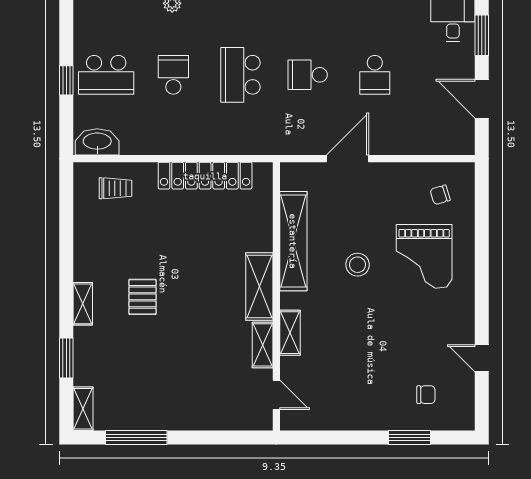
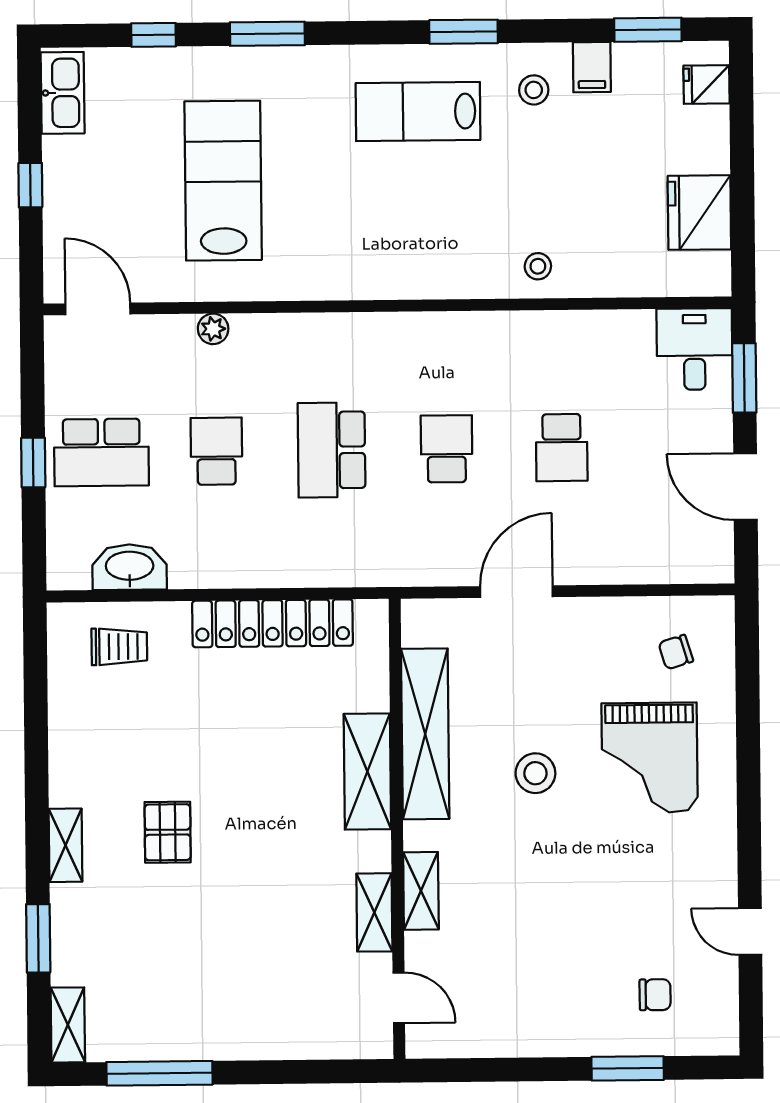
school desk: (308, 75) -> (447, 449), turned 90
washbasin: (97, 142) -> (130, 567), moved
shelving: (259, 287) -> (367, 772), moved

